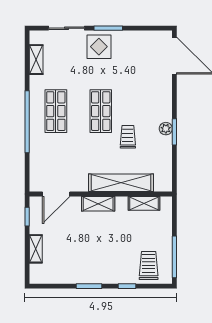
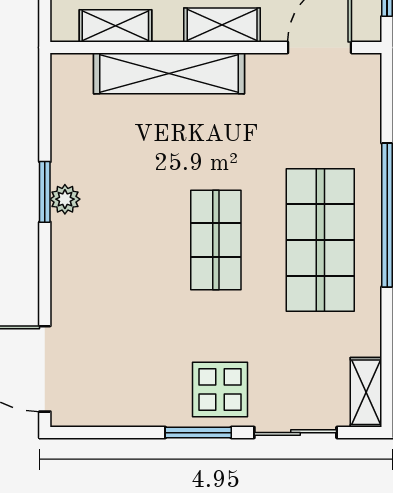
shelving: (36, 60) -> (366, 392), moved
shop shelf: (56, 111) -> (320, 240), width x1.43, depth x1.36
trolley: (128, 137) -> (153, 180), removed

